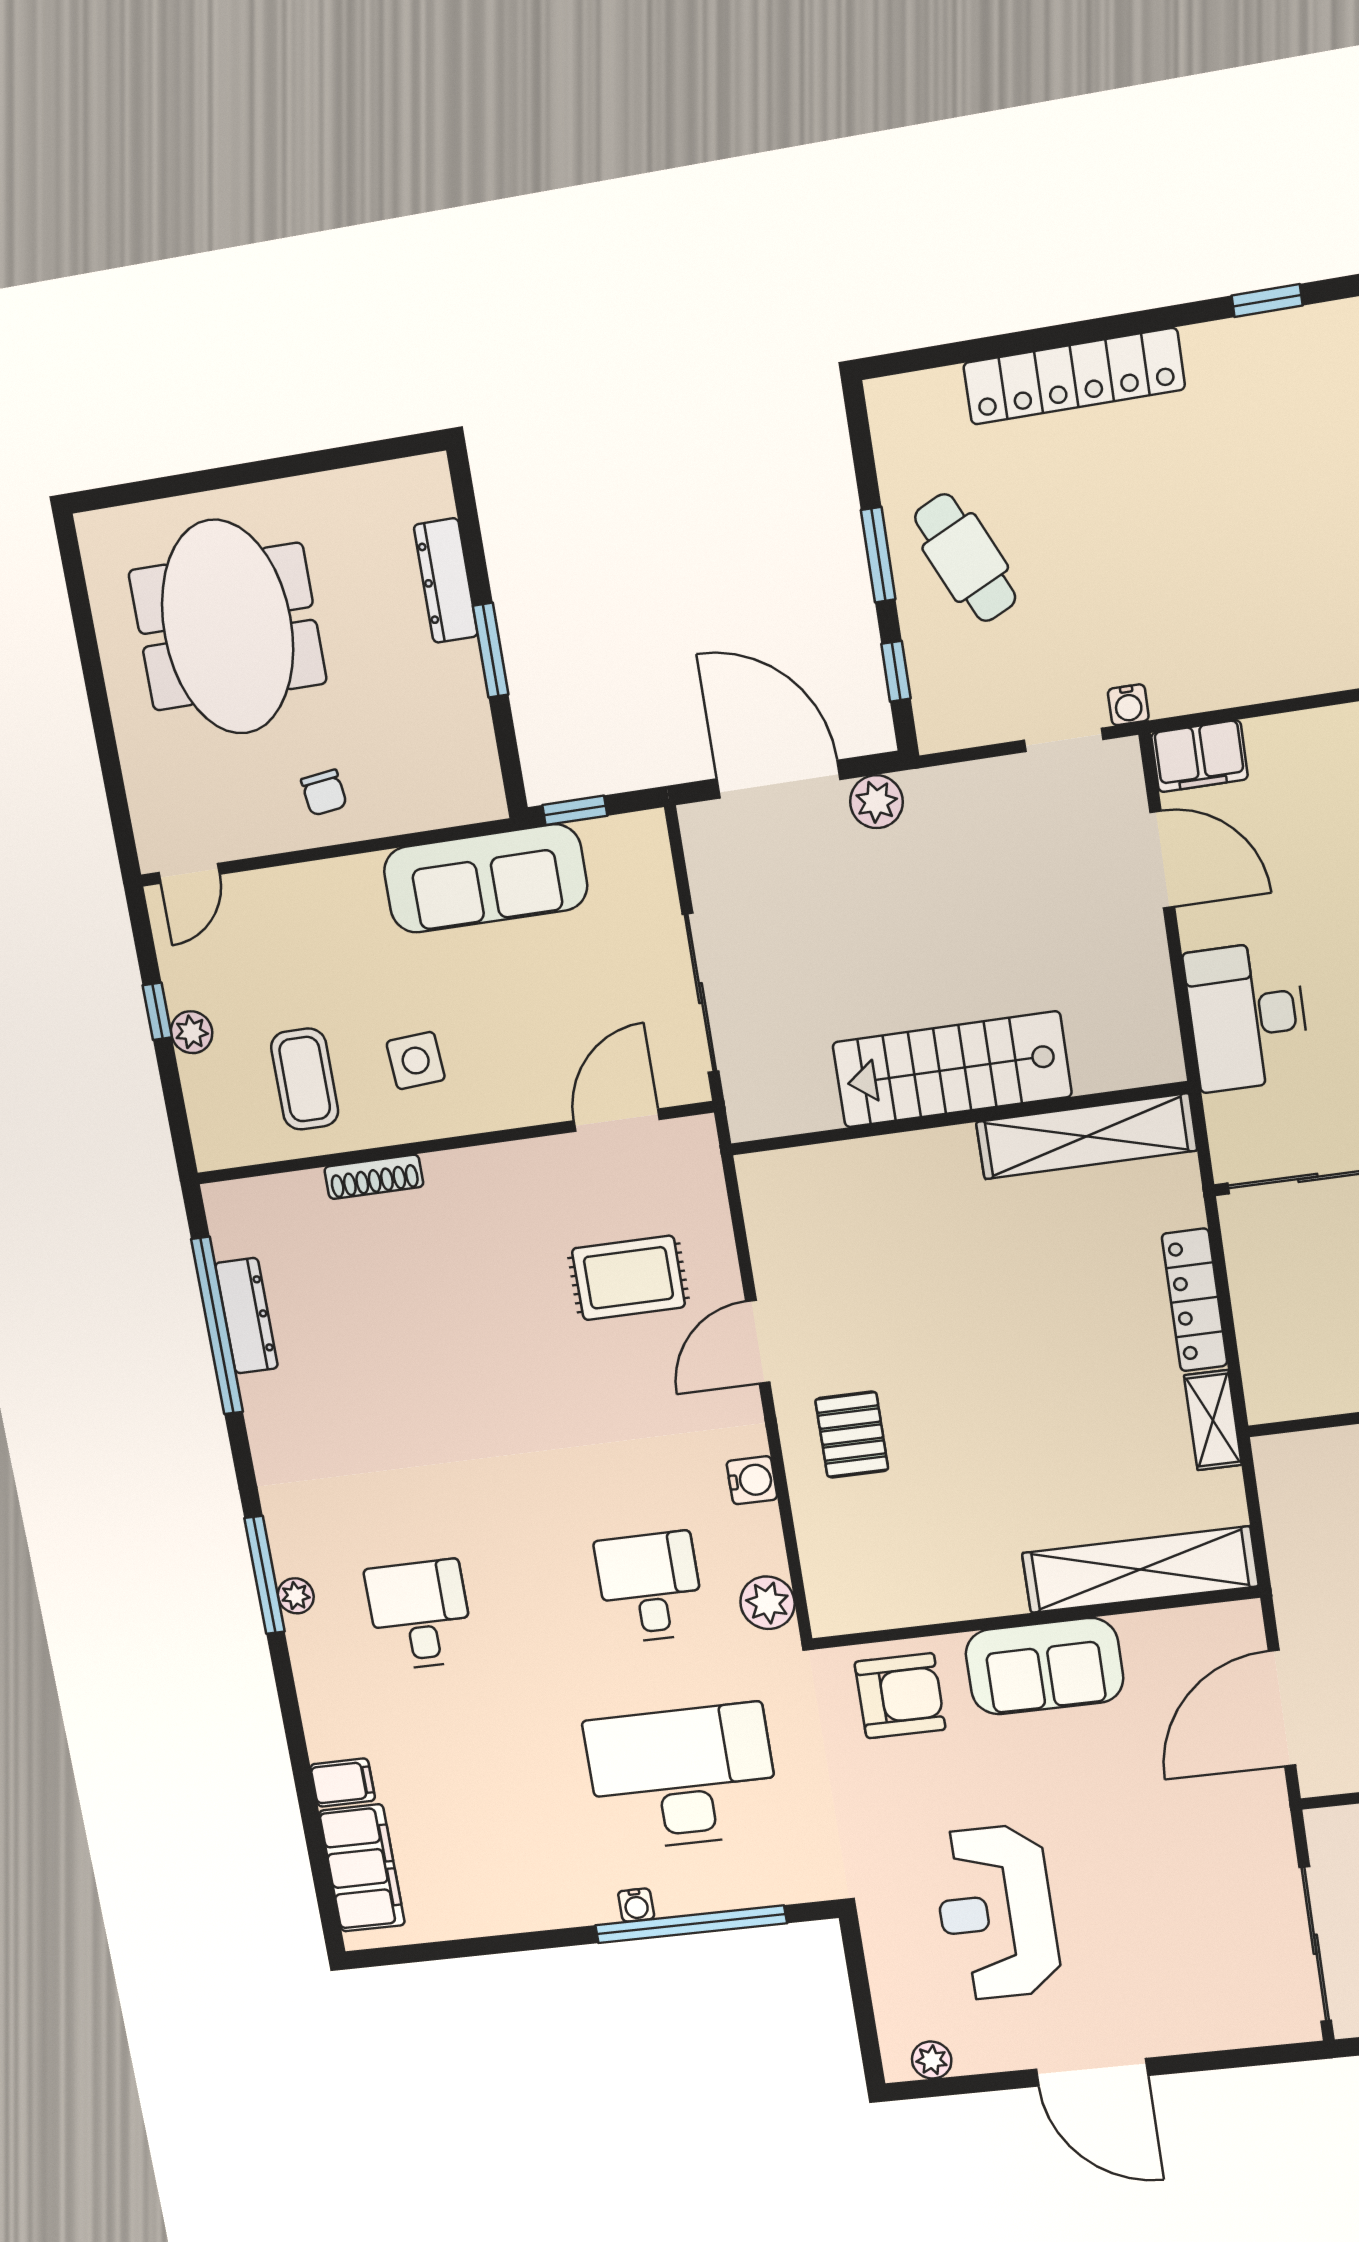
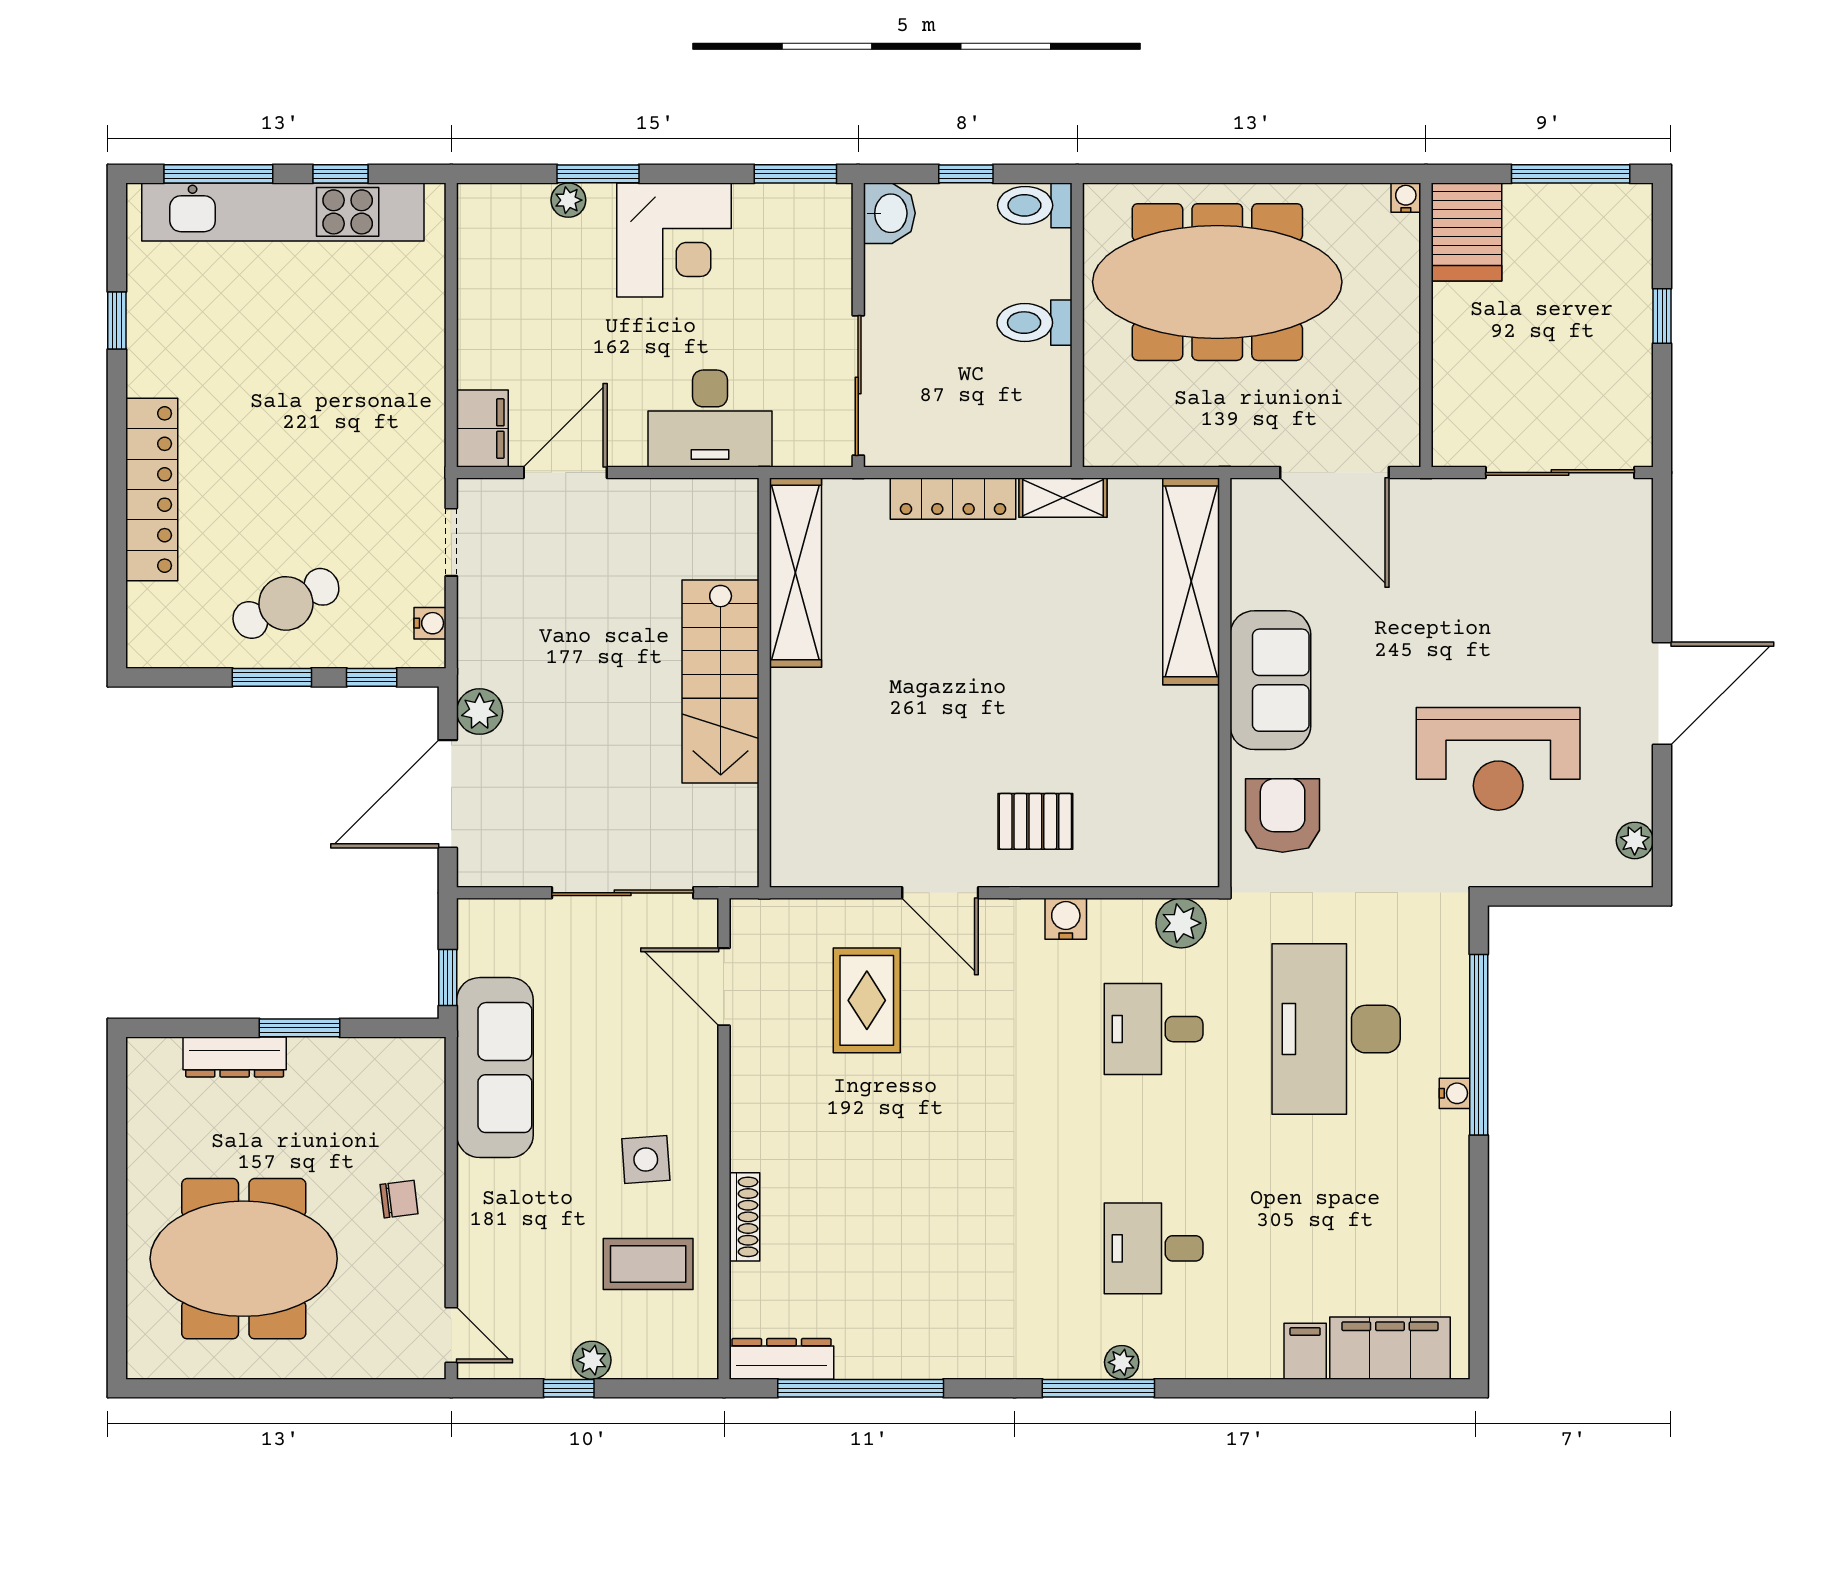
water cooler: (1128, 705) -> (430, 623), moved
dresser: (246, 1316) -> (782, 1359), moved

